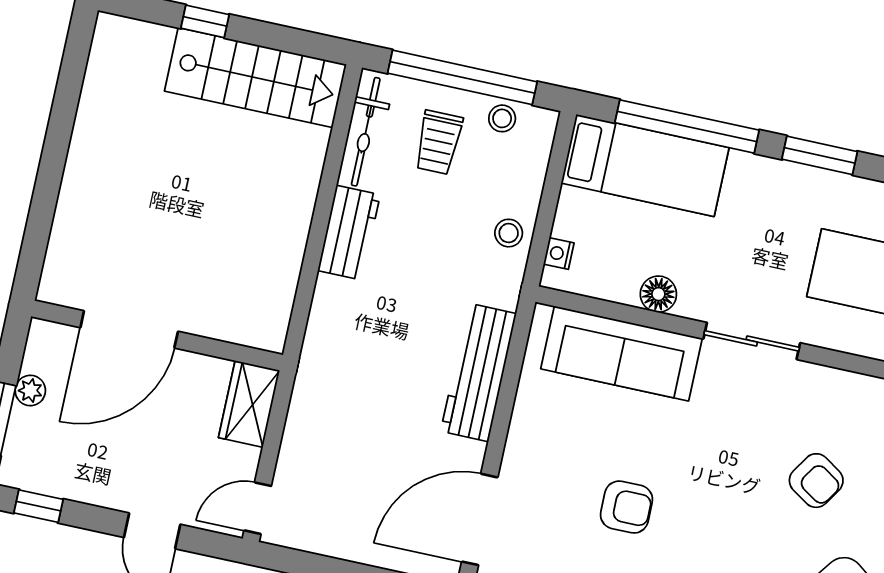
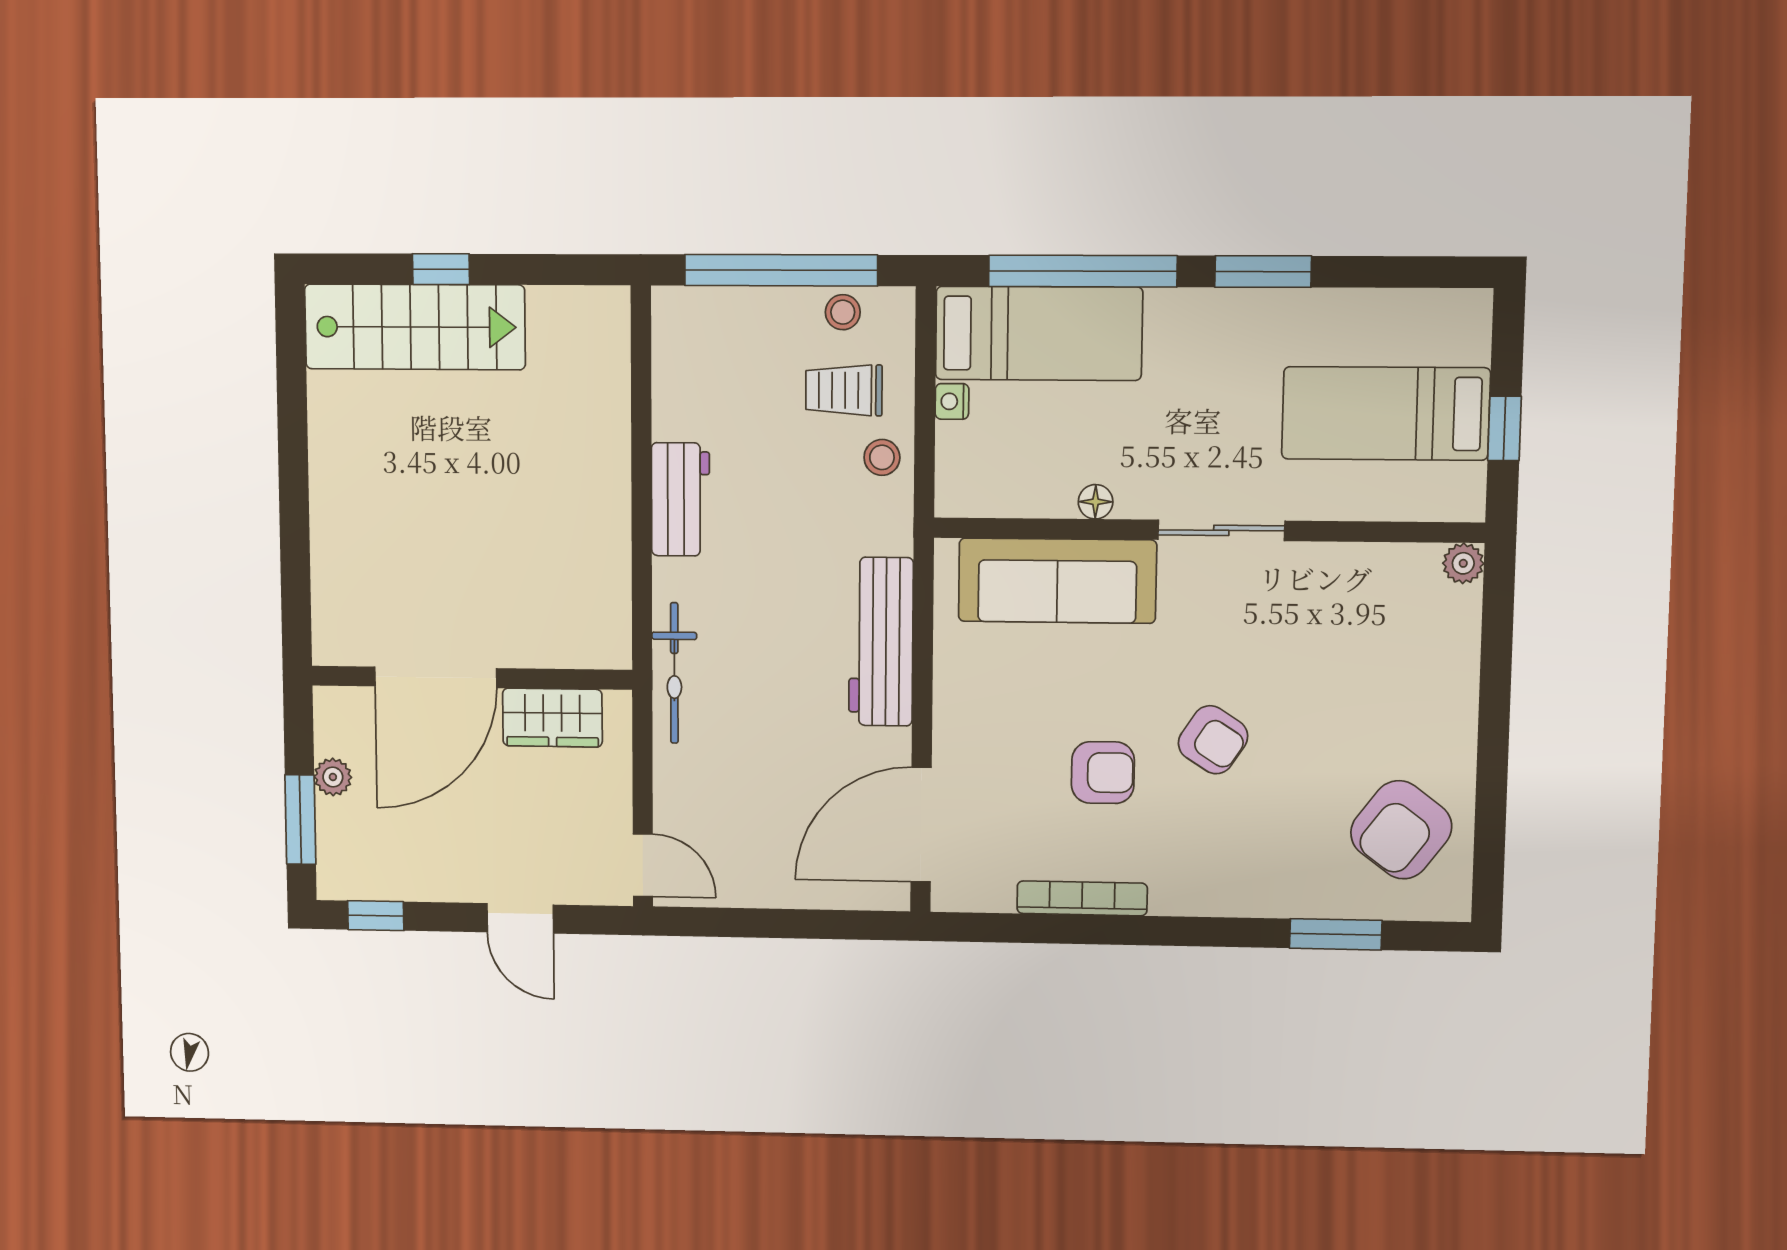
stairs: (255, 78) -> (415, 327), moved
bicycle: (366, 132) -> (674, 673), moved
trolley: (438, 142) -> (844, 390), moved, turned 90
nightstand: (559, 253) -> (952, 401), moved
floor lamp: (658, 294) -> (1096, 502), width x0.73, depth x0.73
wardrobe: (249, 404) -> (552, 718), moved, turned -90
armchair: (816, 481) -> (1213, 740), moved
door: (258, 508) -> (643, 865), swing flipped

